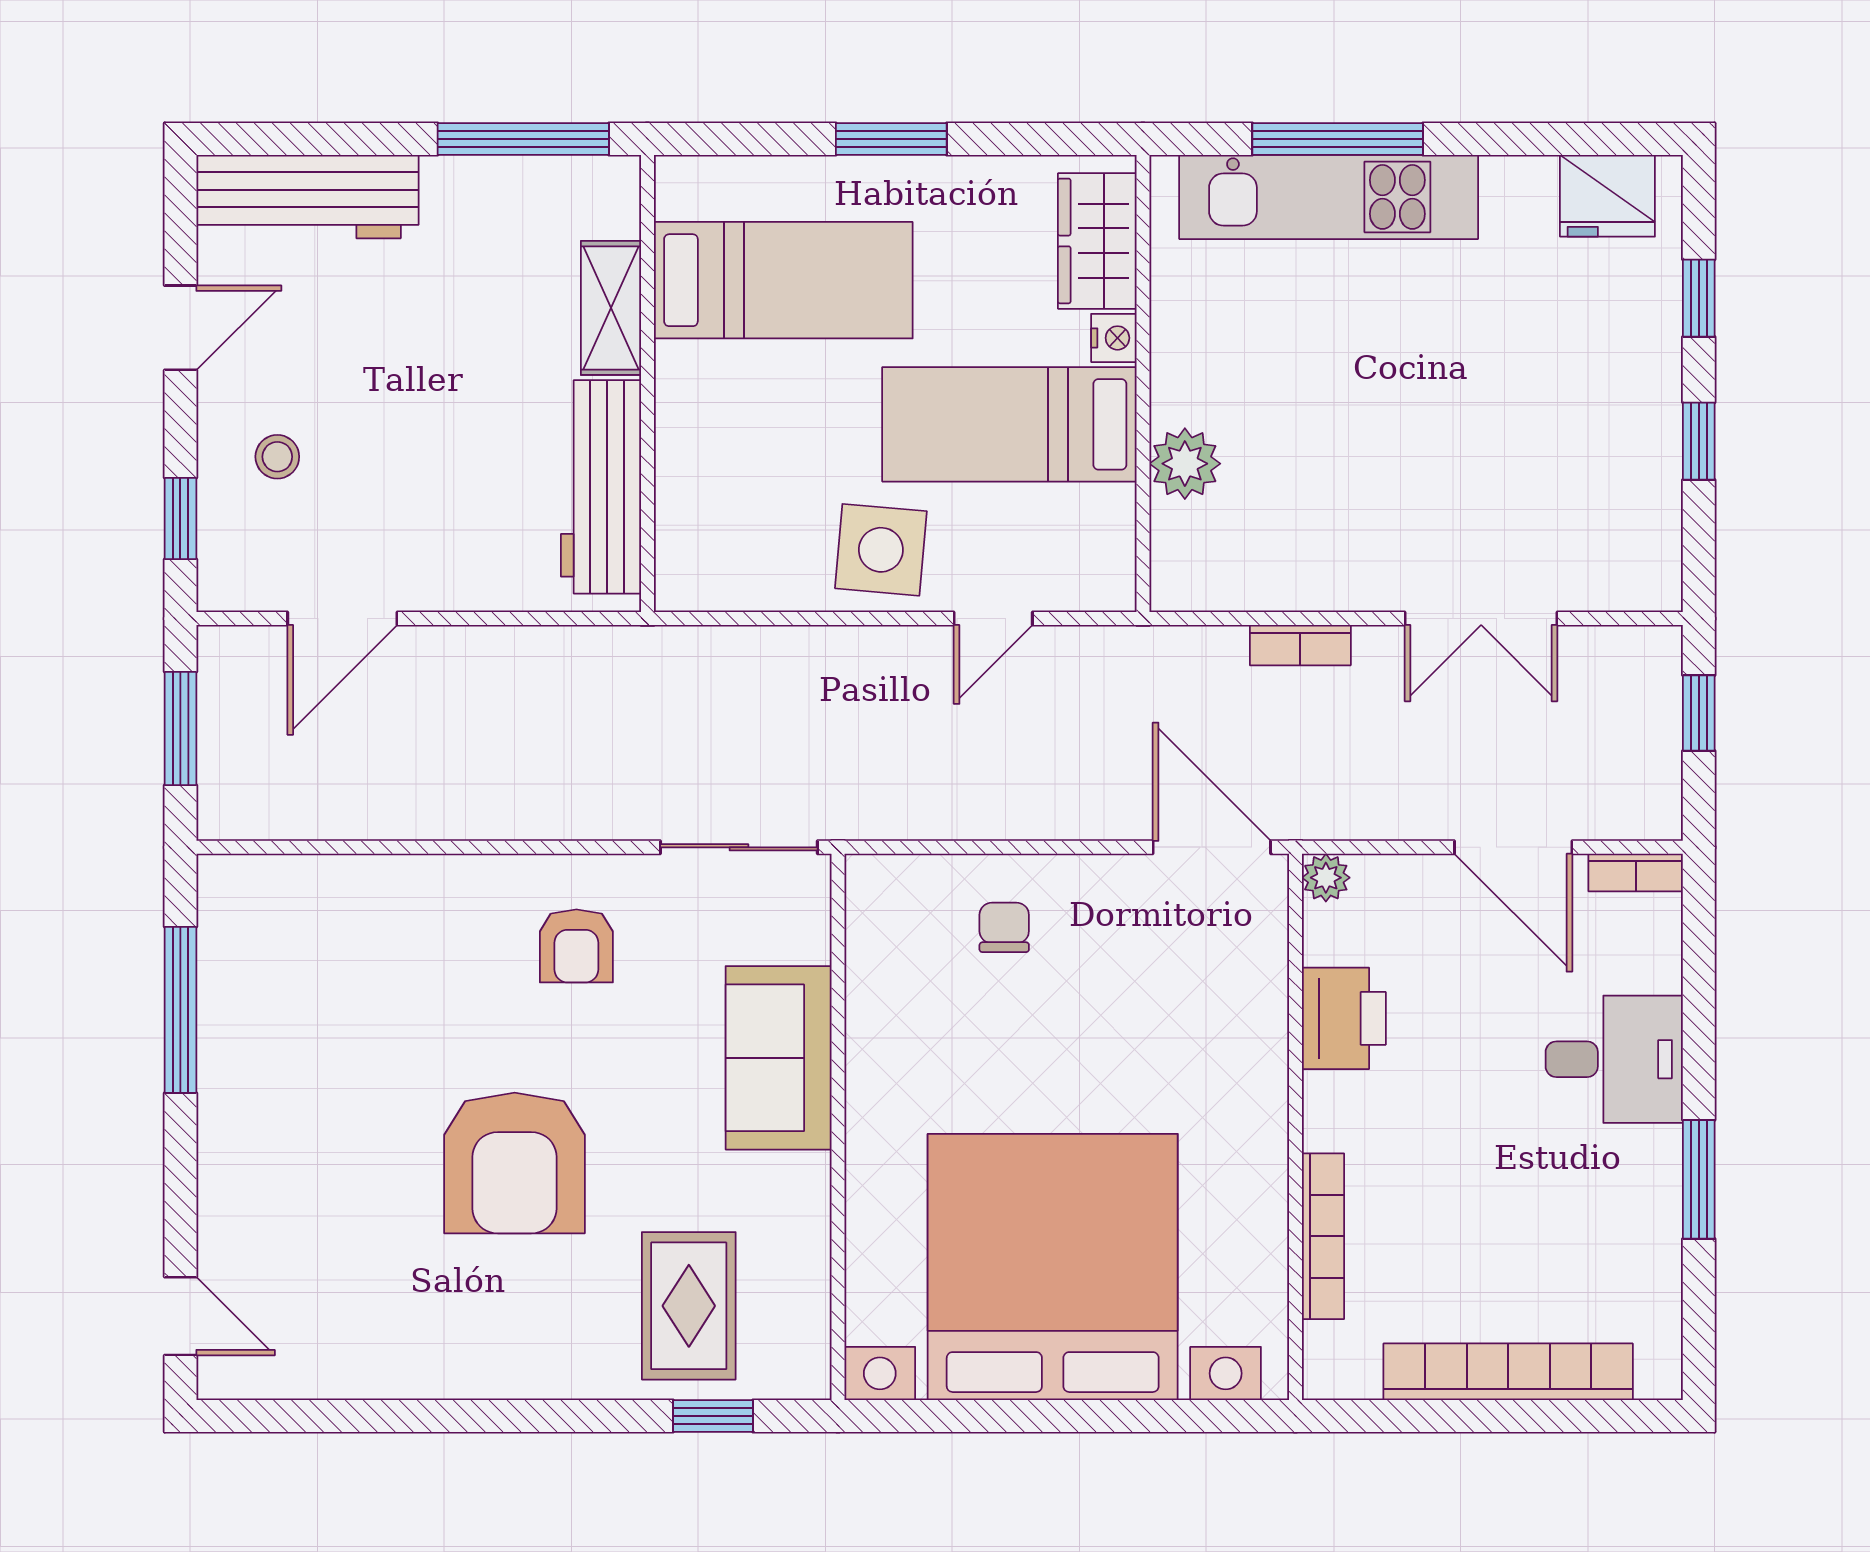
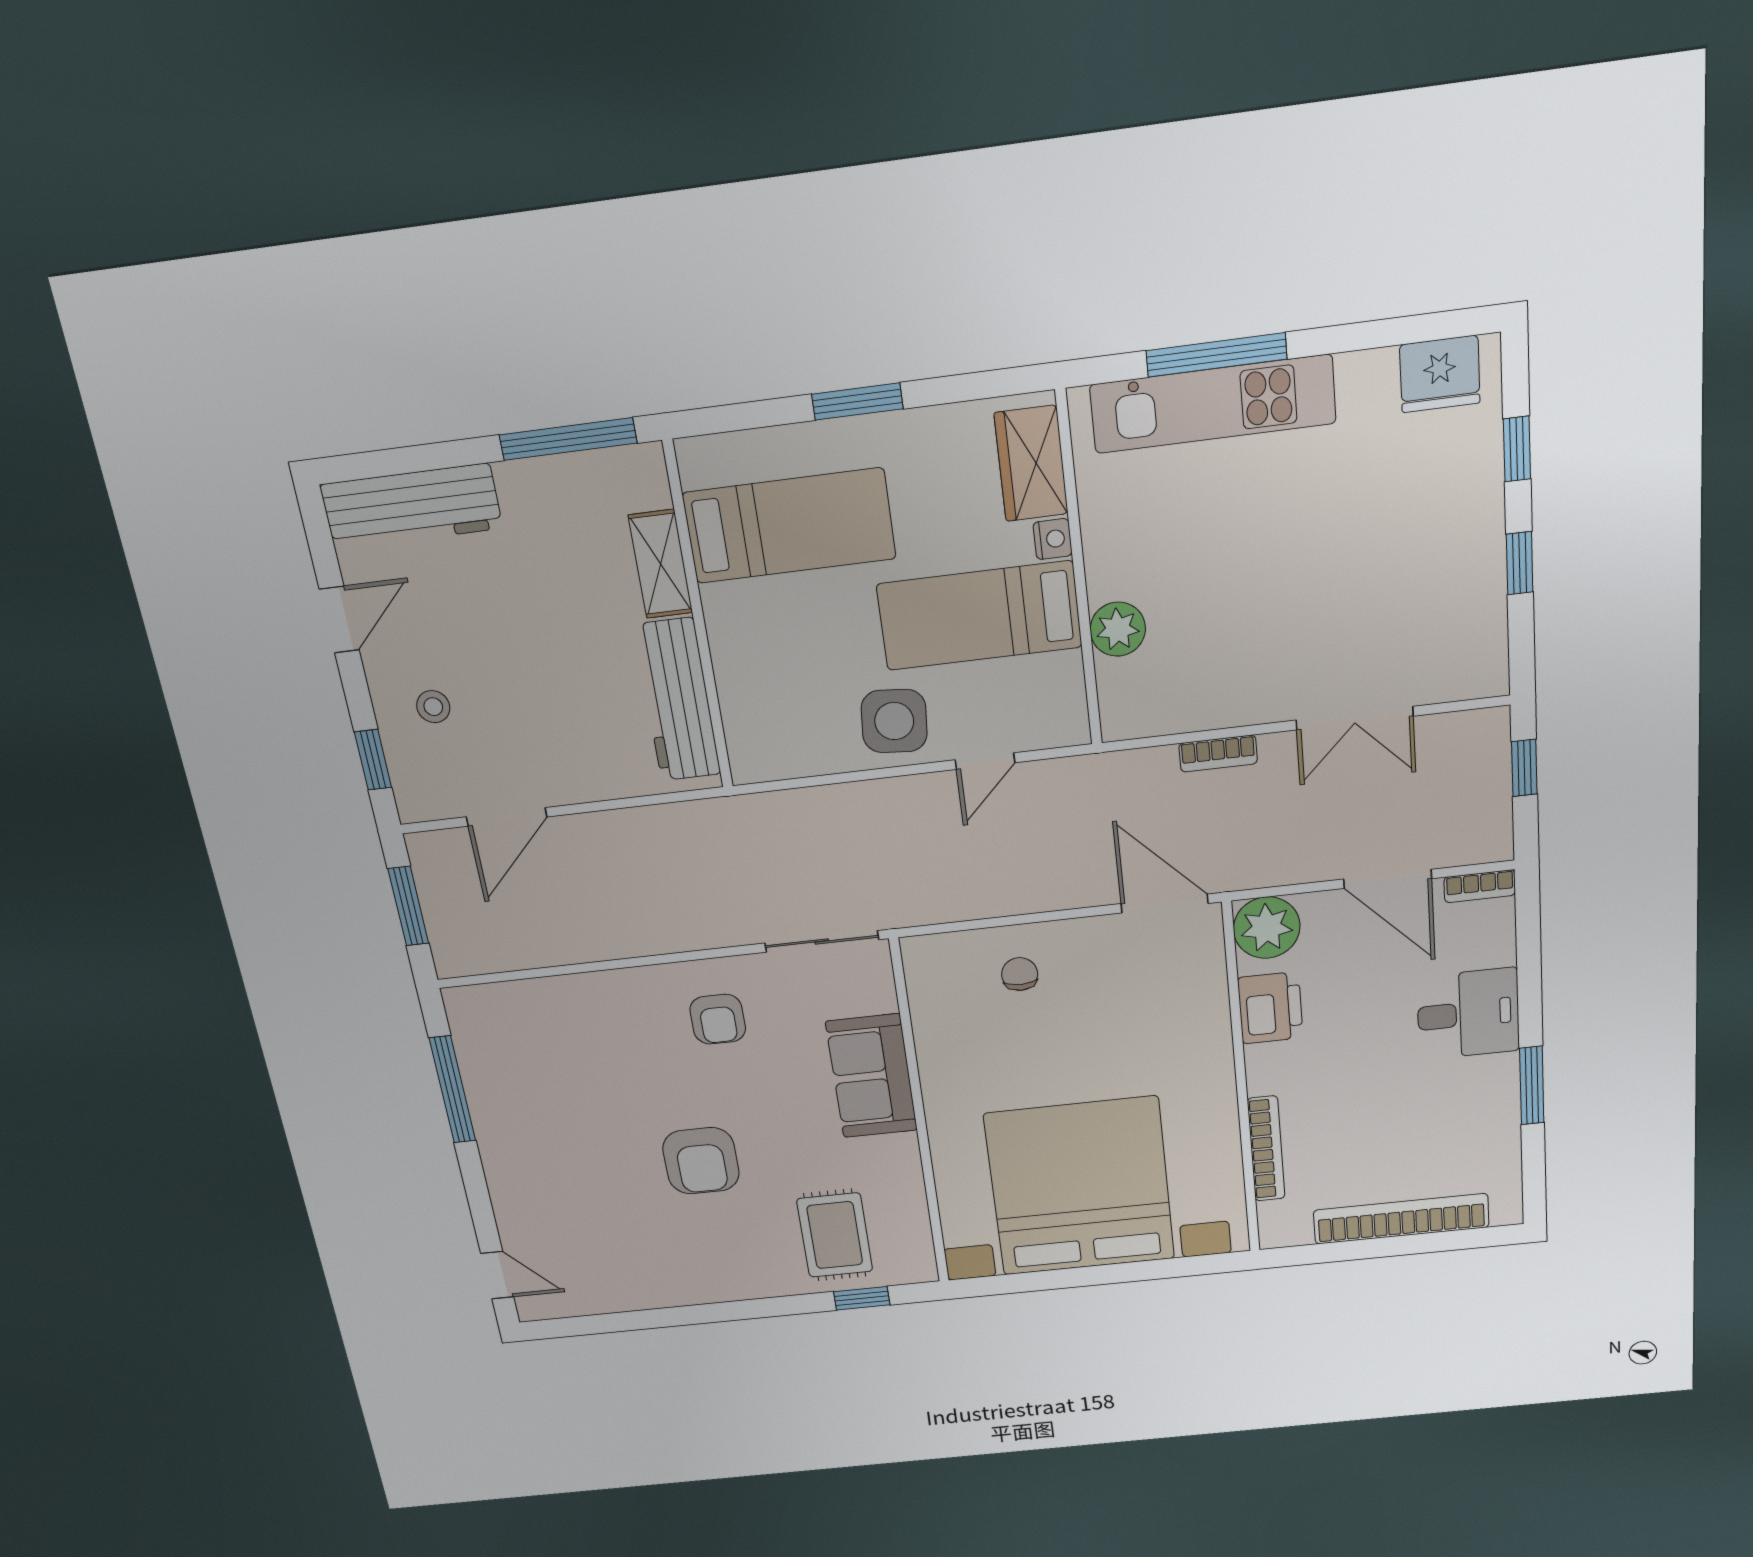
plant: (1326, 878) -> (1267, 928), width x1.88, depth x1.88
armchair: (515, 1163) -> (701, 1161), width x0.73, depth x0.73

